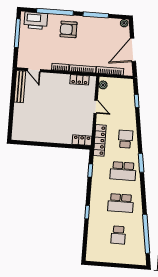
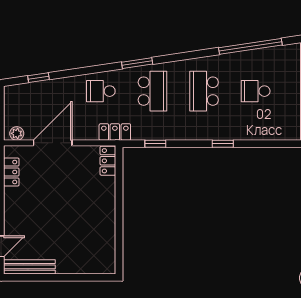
door: (96, 107) -> (53, 143), width x1.88
locker: (100, 140) -> (115, 132), width x0.66
school desk: (121, 203) -> (204, 91), turned 180
school desk: (118, 235) -> (256, 91), turned 180

